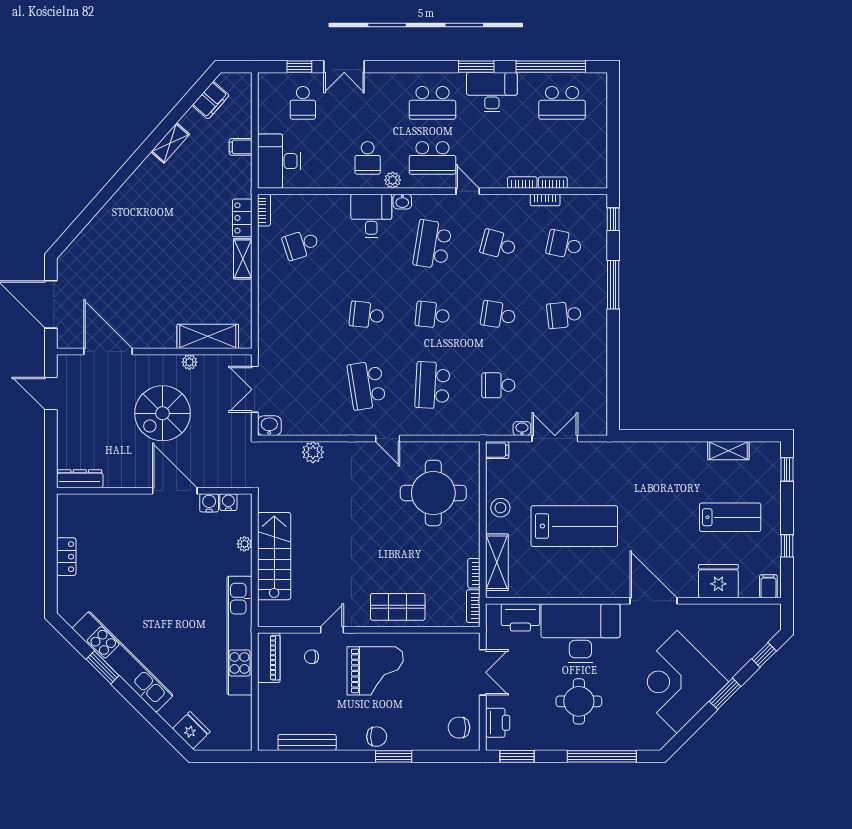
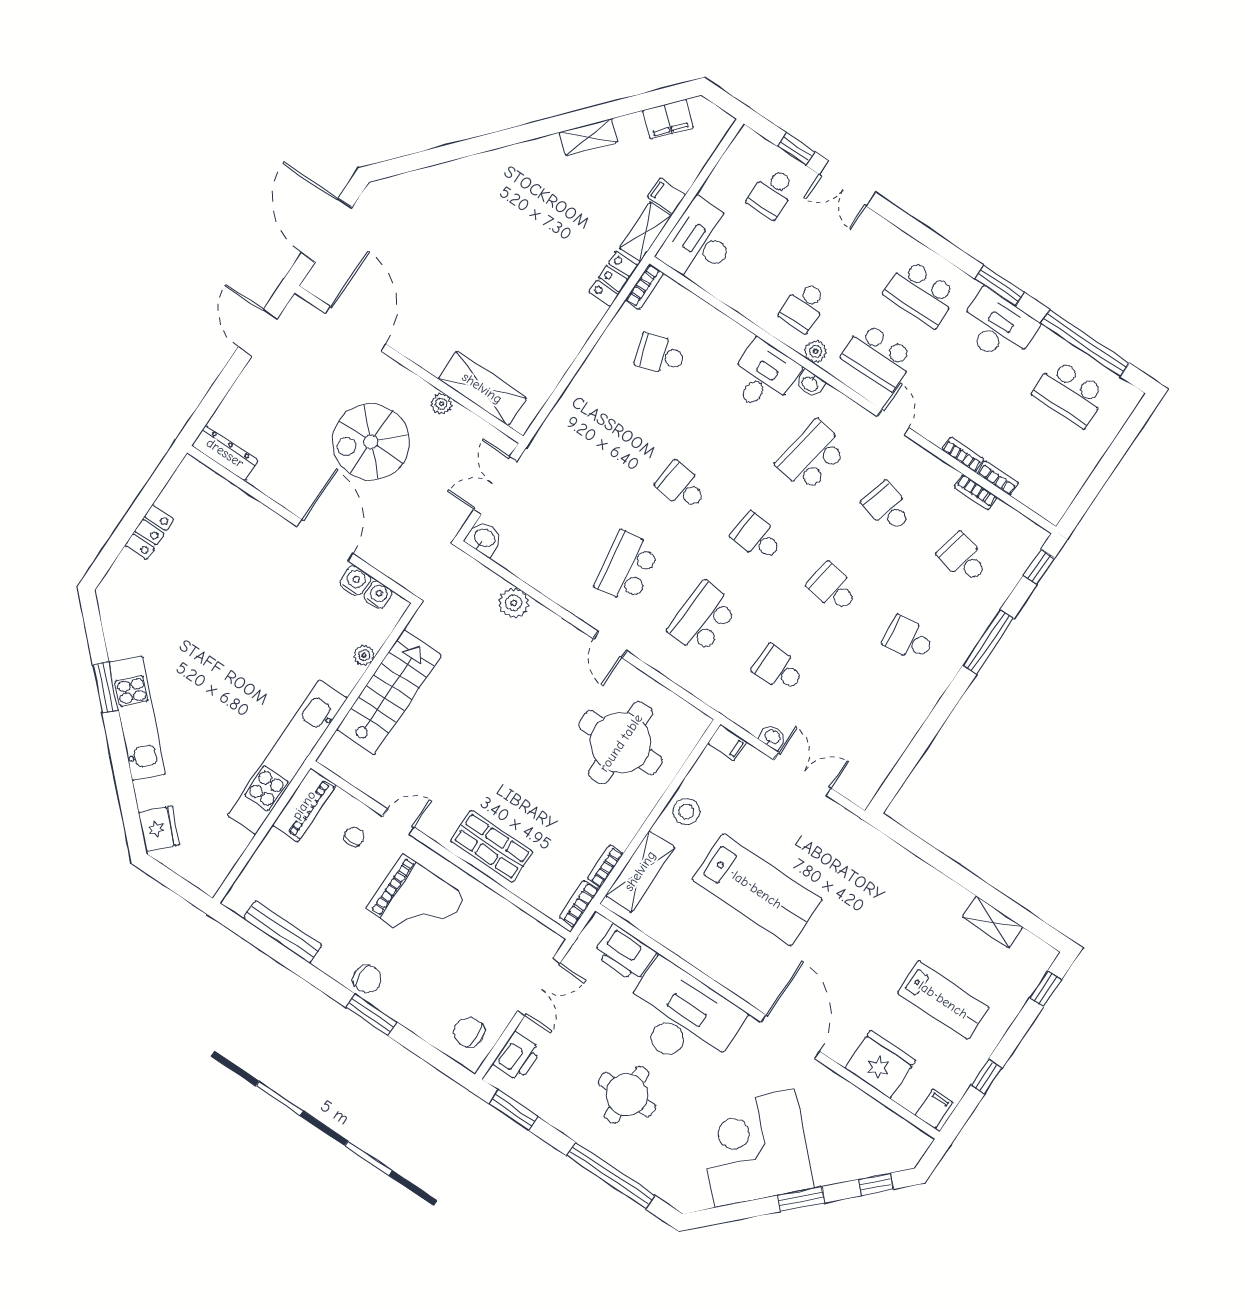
shelving: (243, 259) -> (645, 232), moved
chair: (312, 657) -> (354, 837), turned 90
kitchen unit: (123, 662) -> (137, 718), width x0.73

